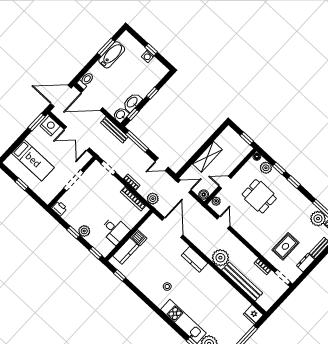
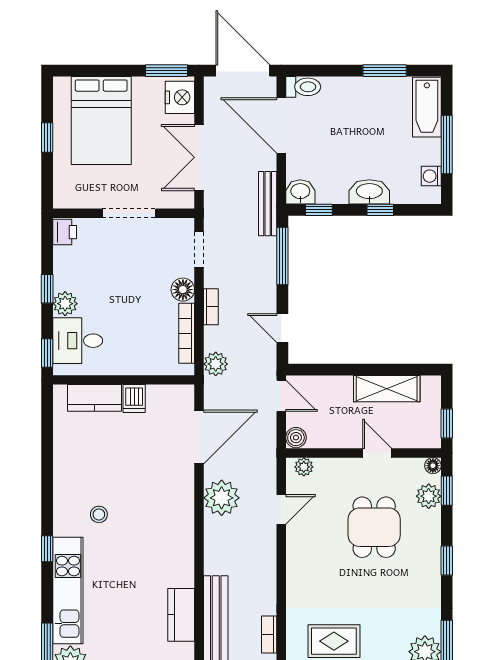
window: (151, 50) -> (447, 144), width x2.17
bathtub: (112, 55) -> (427, 107), moved, turned 90
washing machine: (148, 56) -> (431, 176), moved
washbasin: (132, 102) -> (369, 192), moved
shelving: (207, 157) -> (387, 389), moved
bed: (33, 160) -> (101, 120), width x1.50
window: (279, 168) -> (447, 491), moved
door: (225, 182) -> (377, 453), moved
floor lamp: (117, 186) -> (183, 290), added
desk: (115, 230) -> (78, 341), moved, turned 90
plant: (220, 258) -> (222, 498), moved
kitchen counter: (194, 259) -> (181, 615), moved
window: (120, 275) -> (47, 549), moved

